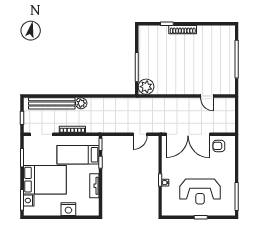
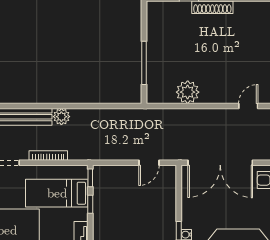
plant: (146, 87) -> (188, 92), moved
door: (207, 96) -> (248, 106), swing flipped

